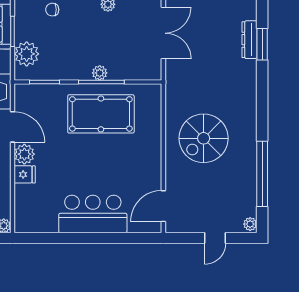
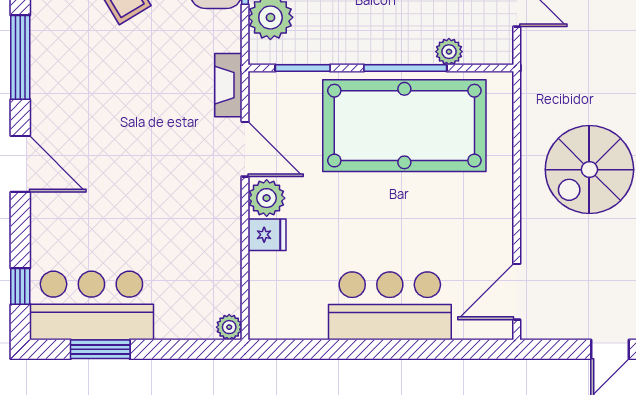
plant: (100, 73) -> (449, 52), moved
pool table: (101, 114) -> (404, 126), width x1.36, depth x1.32

